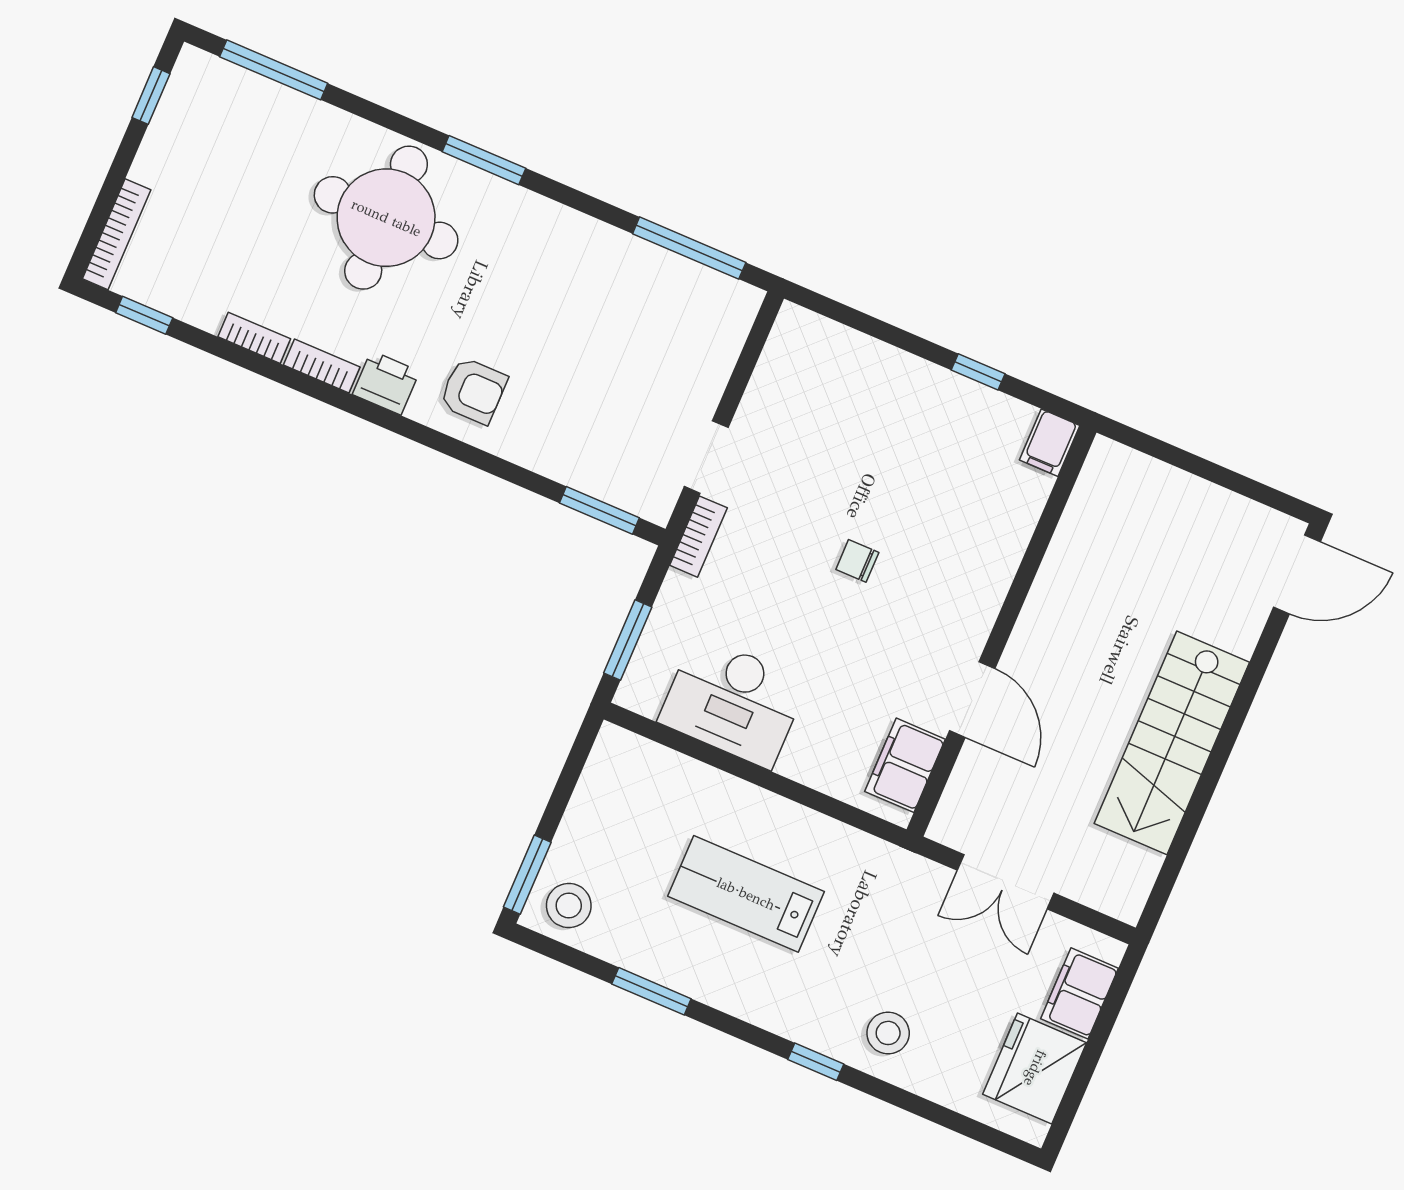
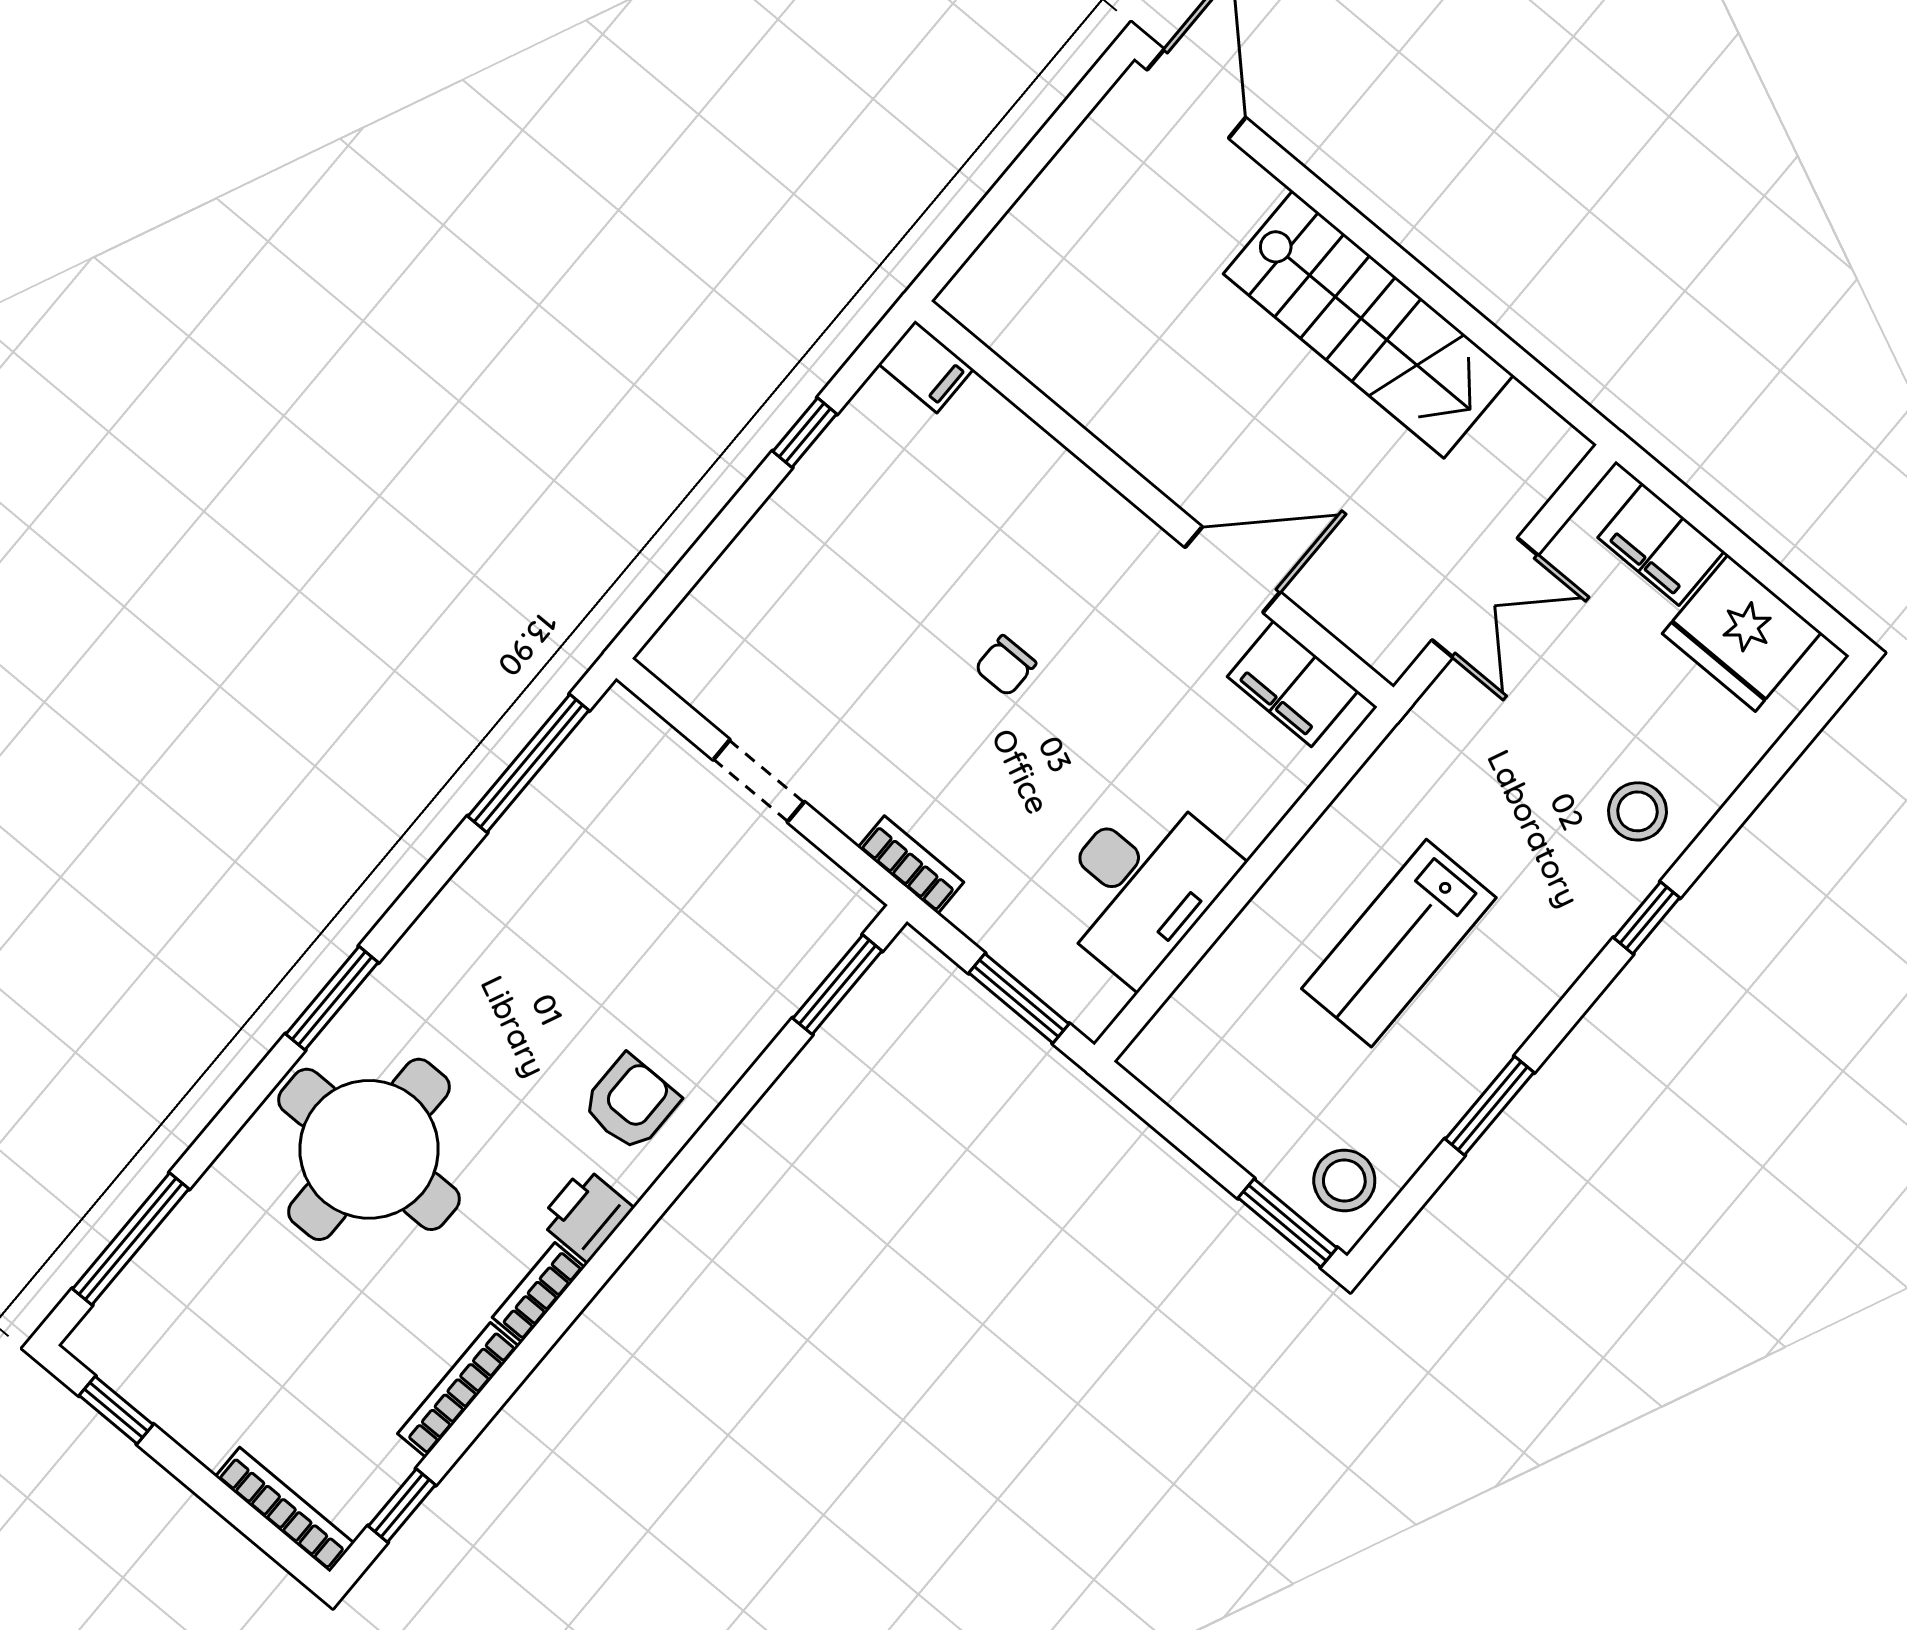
bookcase: (254, 338) -> (458, 1390), width x1.56
doorway: (706, 457) -> (759, 781), moved

